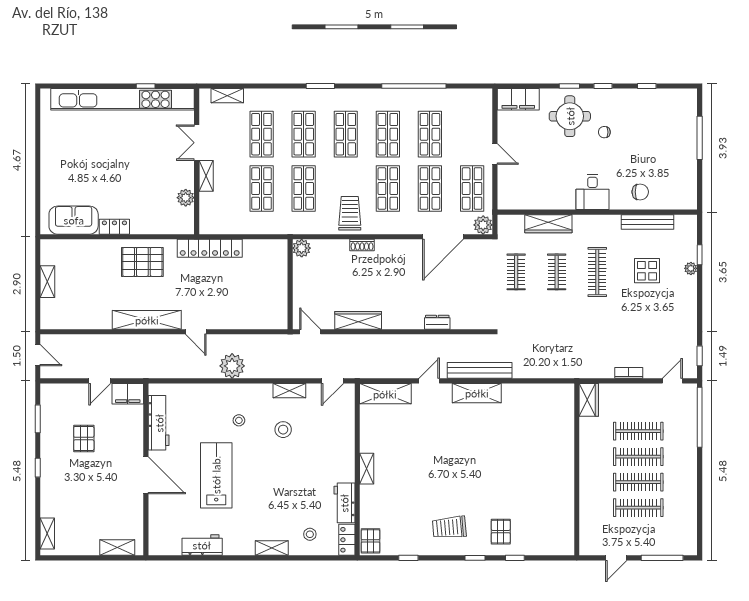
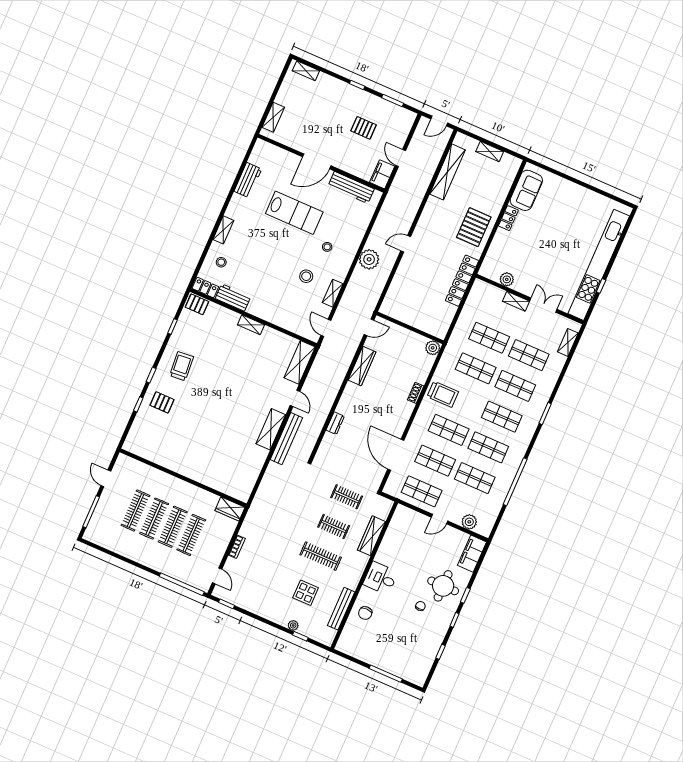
plant: (483, 225) -> (469, 522), moved
shelving: (147, 320) -> (448, 172), moved

